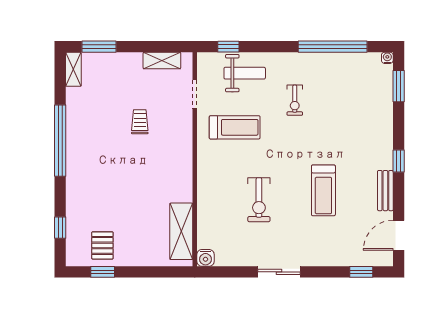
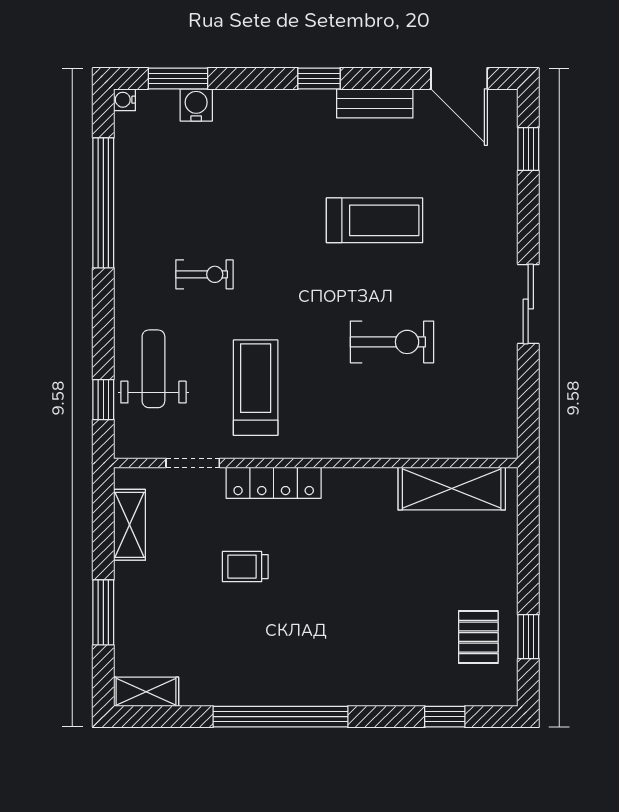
window: (99, 47) -> (103, 612), moved
locker: (184, 137) -> (274, 483), added
pallet: (102, 245) -> (478, 637), turned 90
water cooler: (205, 258) -> (196, 105), moved, turned -90

